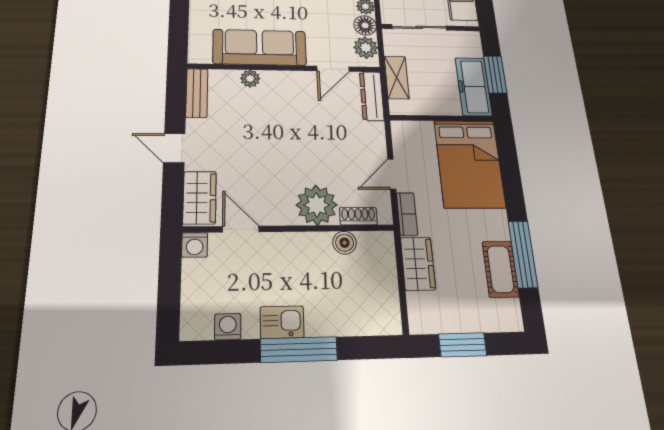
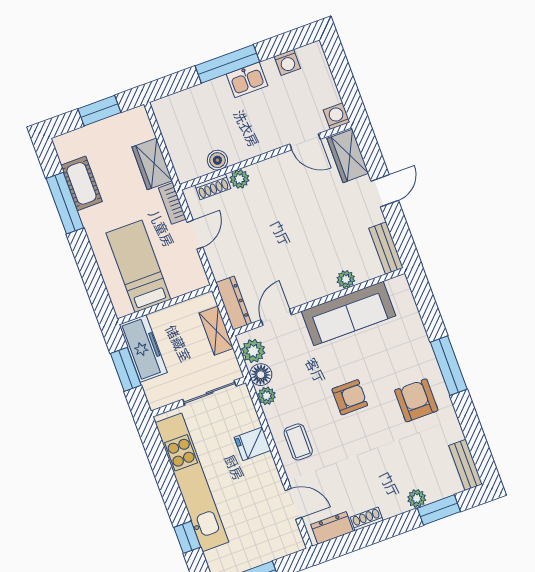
door: (174, 148) -> (385, 191), hinge flipped
bed: (469, 164) -> (138, 266), width x0.67
plant: (317, 205) -> (239, 179), width x0.53, depth x0.53

